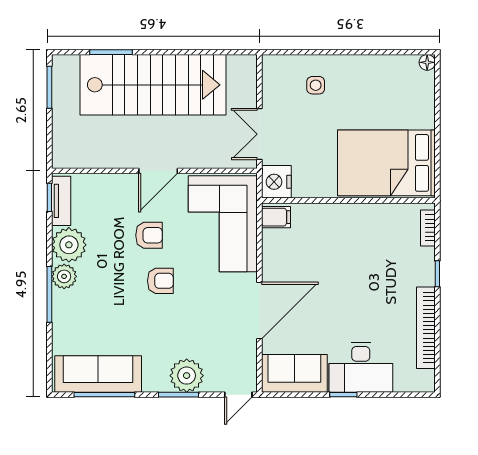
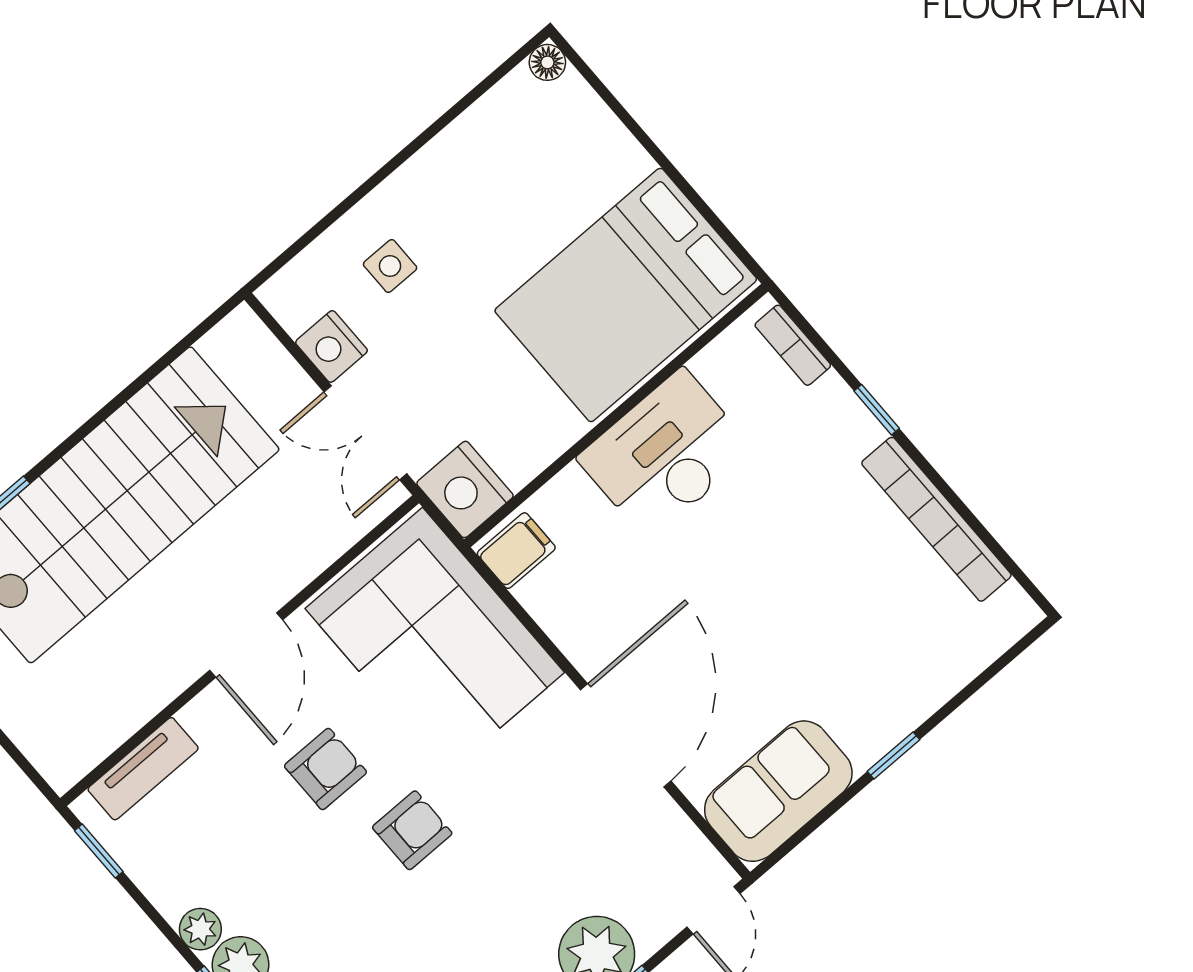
nightstand: (273, 95) -> (331, 346), added
tv unit: (61, 201) -> (143, 769), moved, turned 90
plant: (69, 245) -> (200, 929), width x0.53, depth x0.53
desk: (361, 367) -> (665, 454), moved, turned 180

